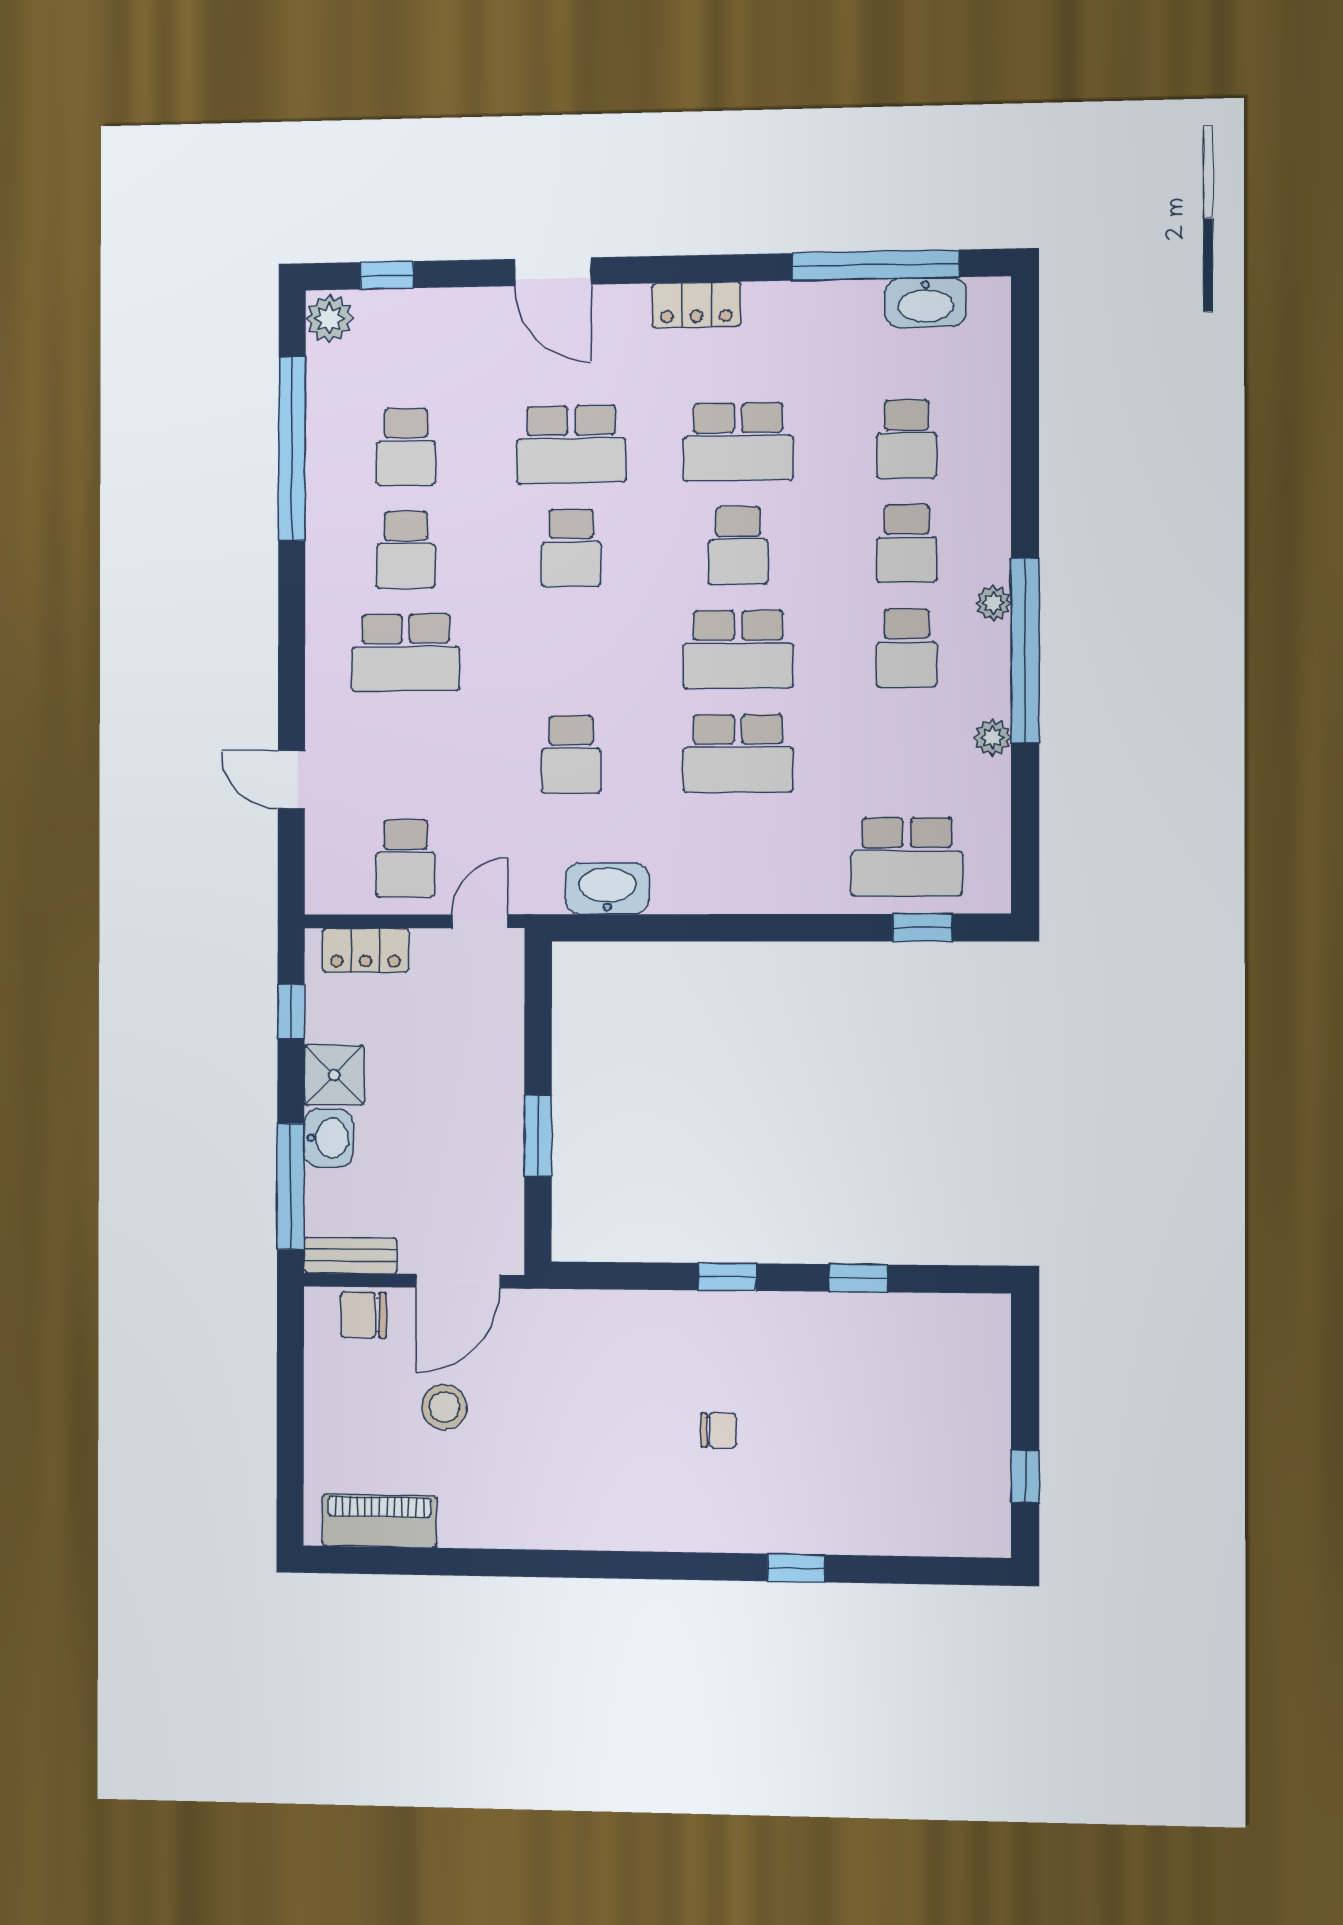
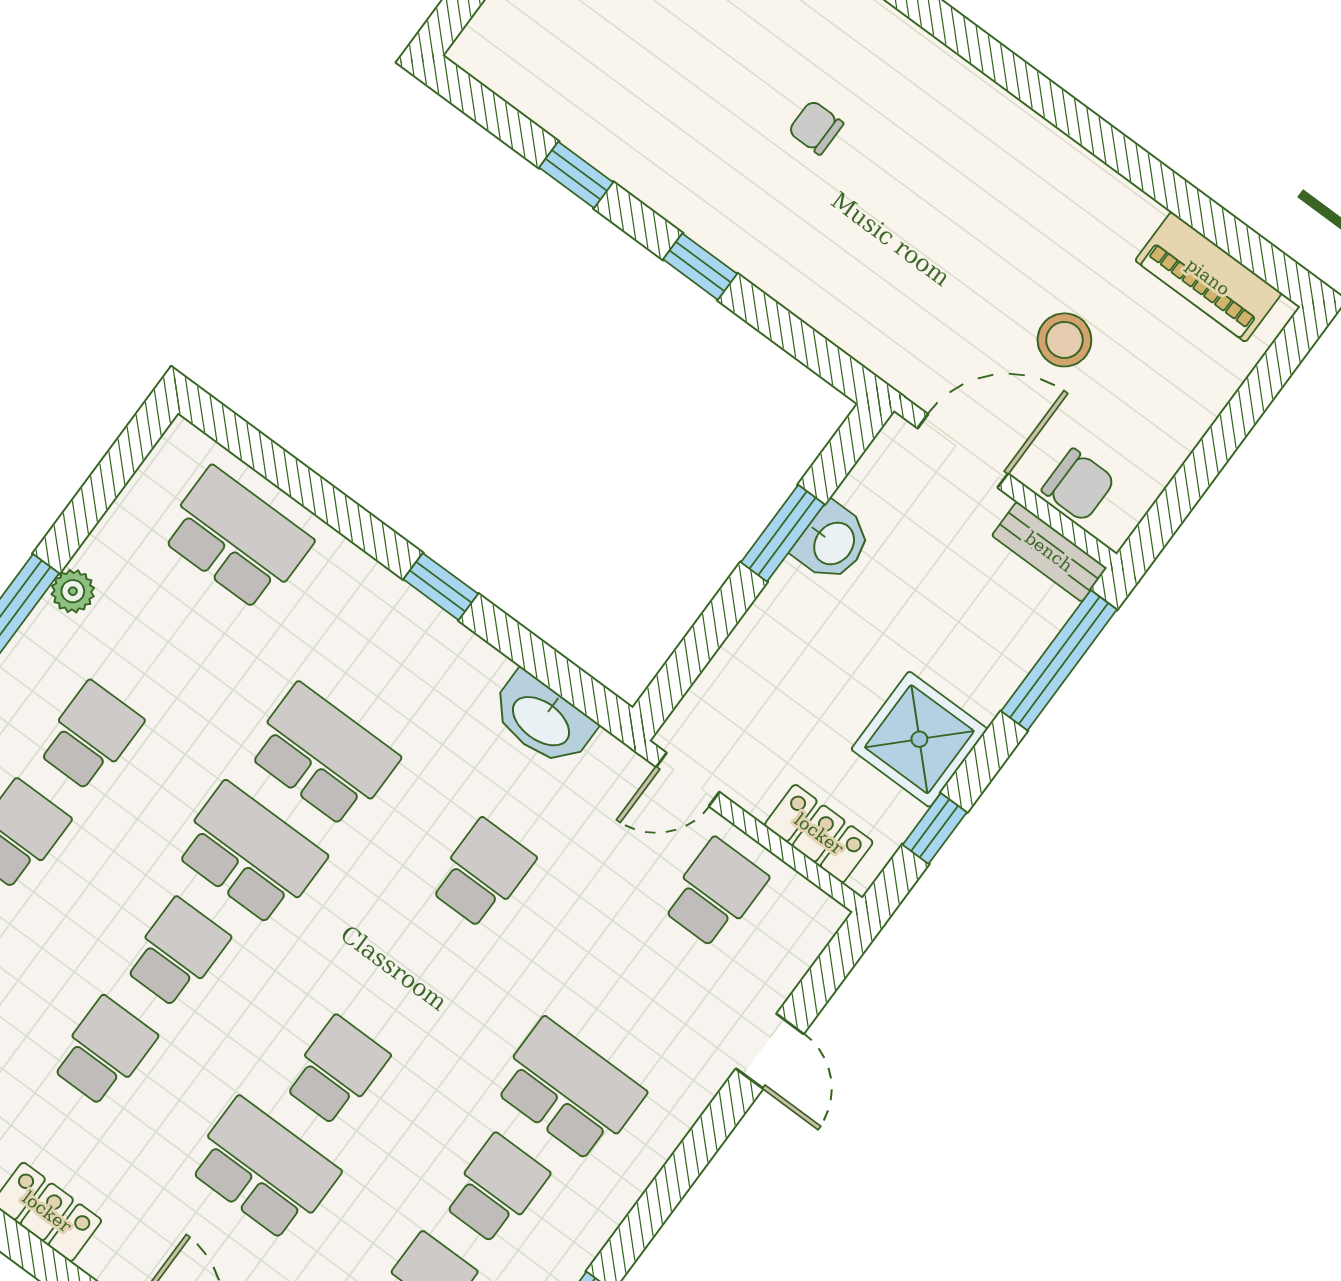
school desk: (738, 442) -> (104, 1051), width x0.54
window: (922, 928) -> (441, 587), moved
shower: (334, 1075) -> (919, 739), width x1.36, depth x1.36
washbasin: (328, 1138) -> (833, 543), moved, turned 180

